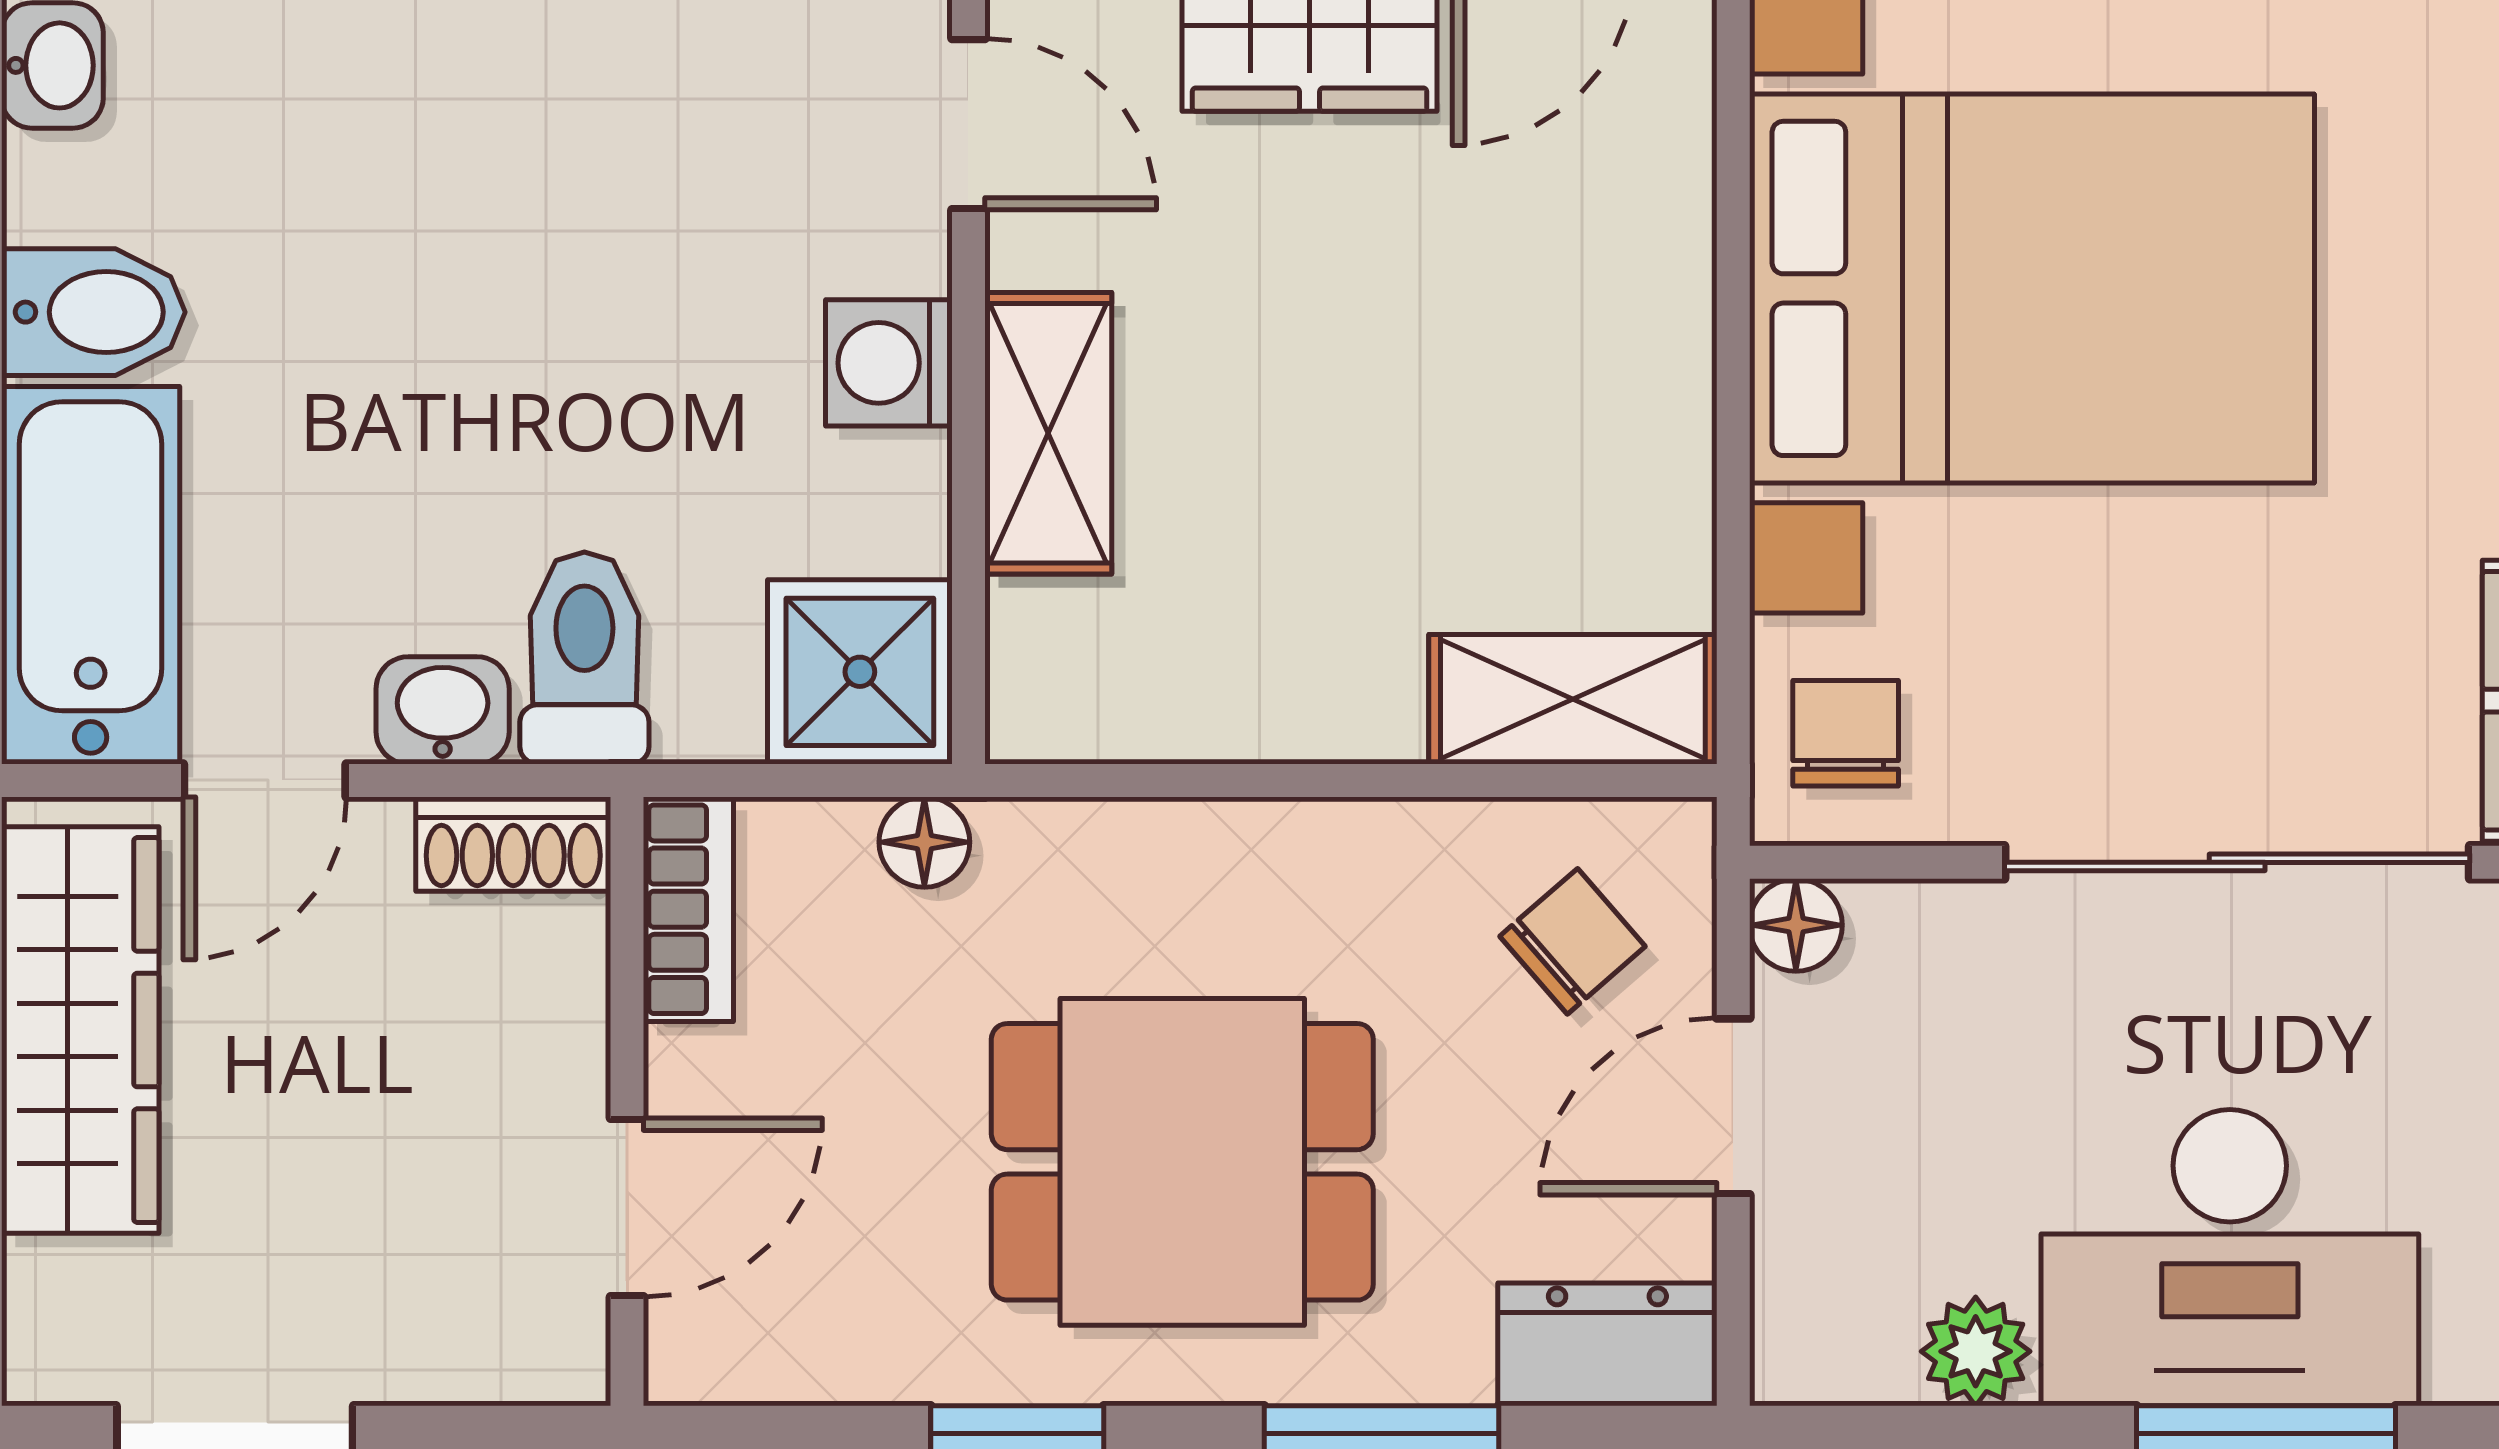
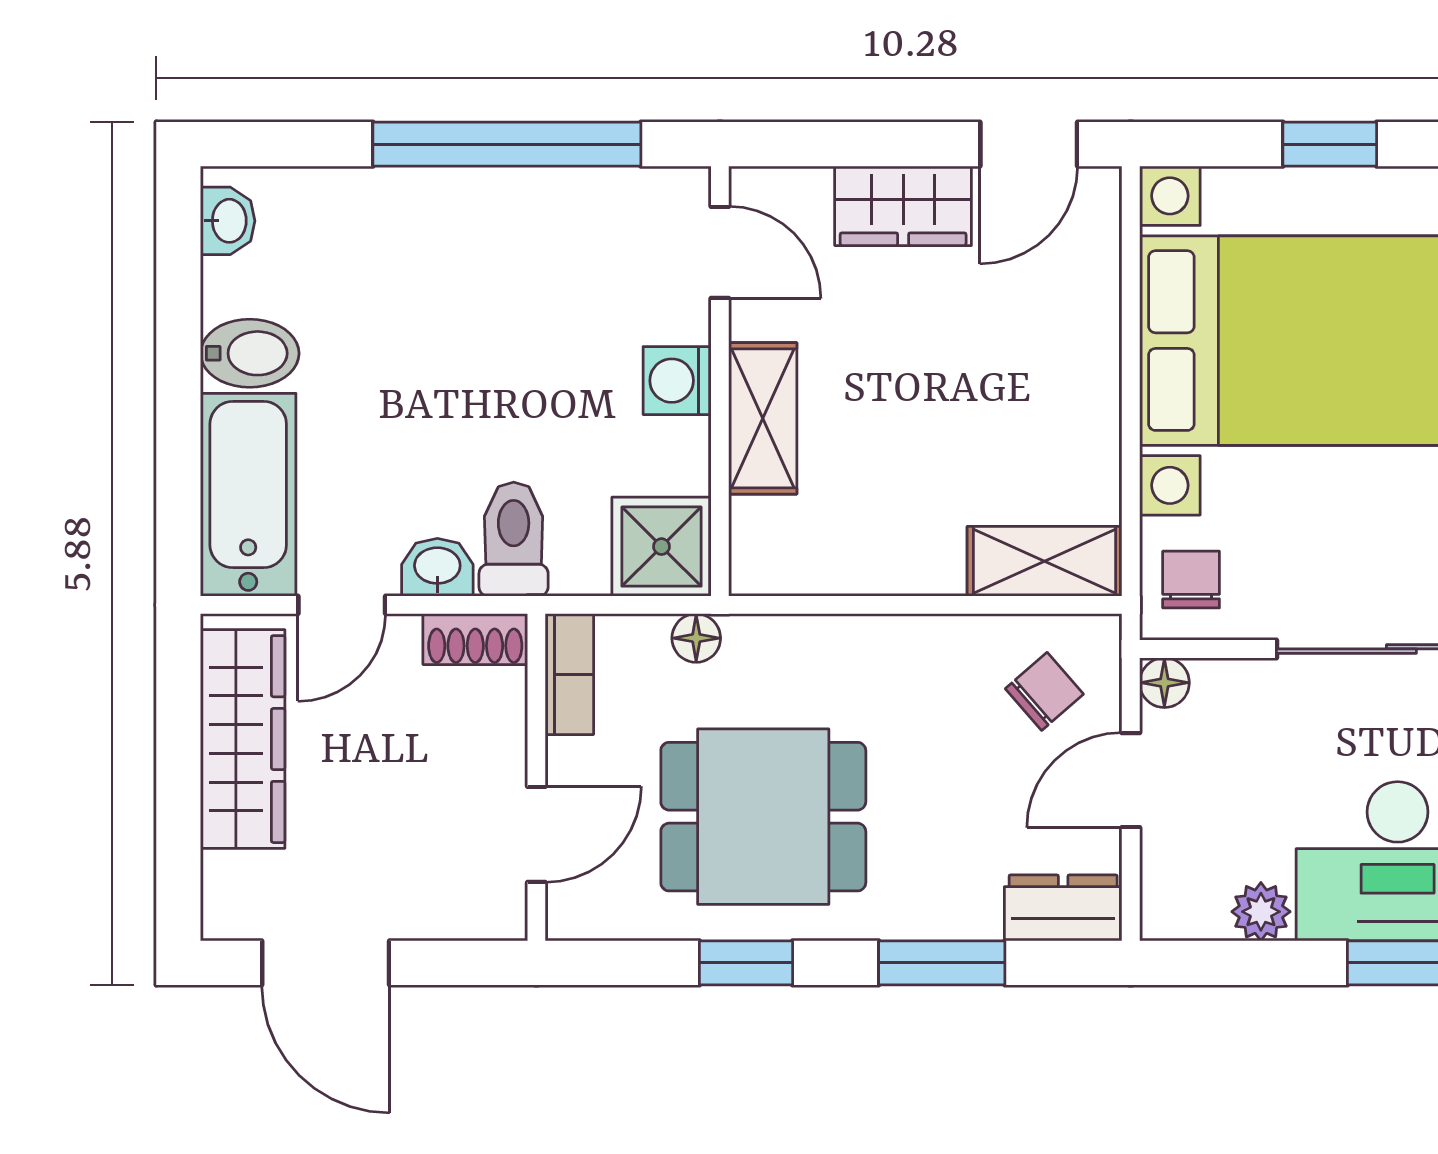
dining table: (1182, 1162) -> (763, 817), moved

